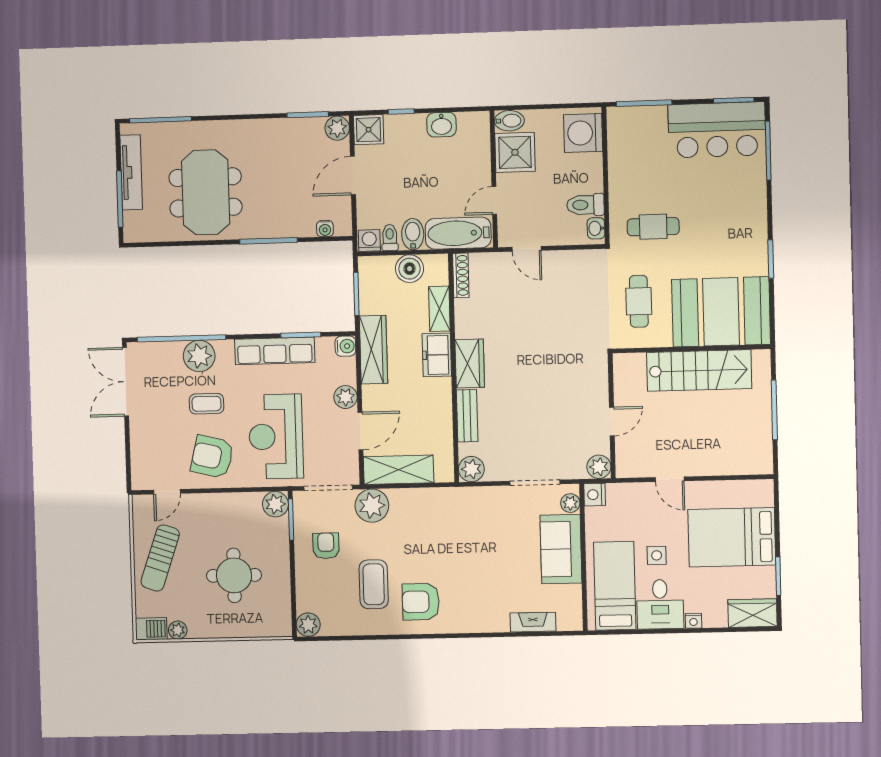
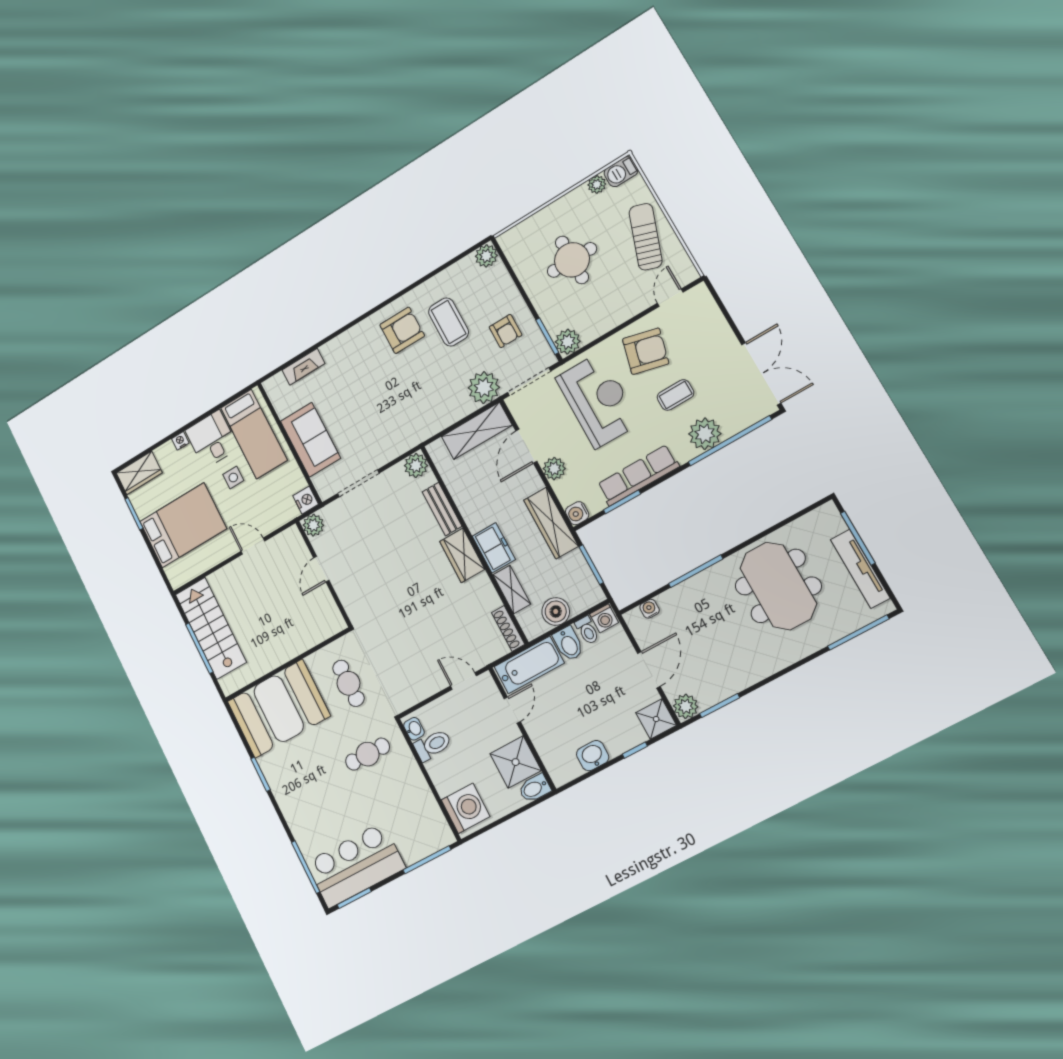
stairs: (699, 370) -> (211, 628), moved, turned 90
plant: (570, 503) -> (322, 482), removed

